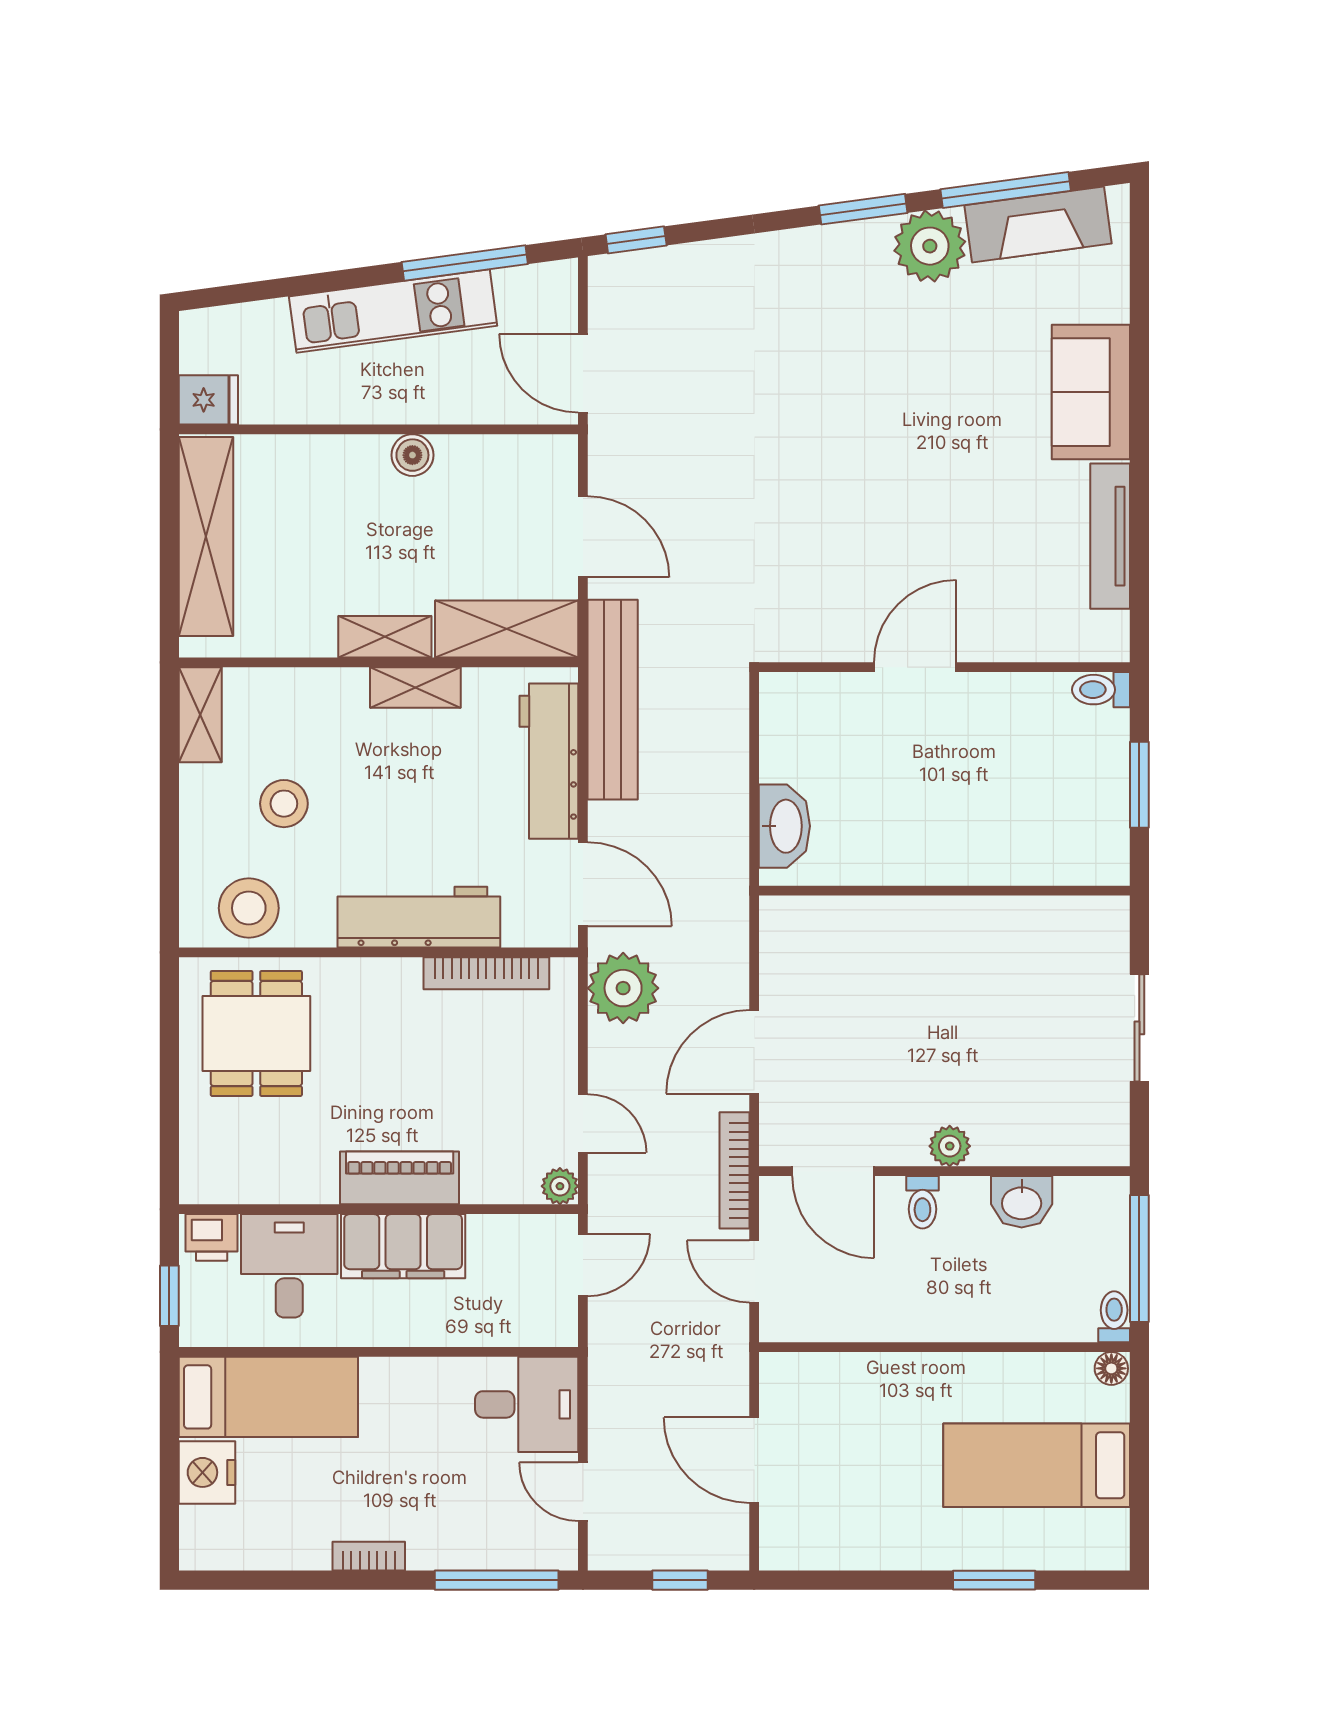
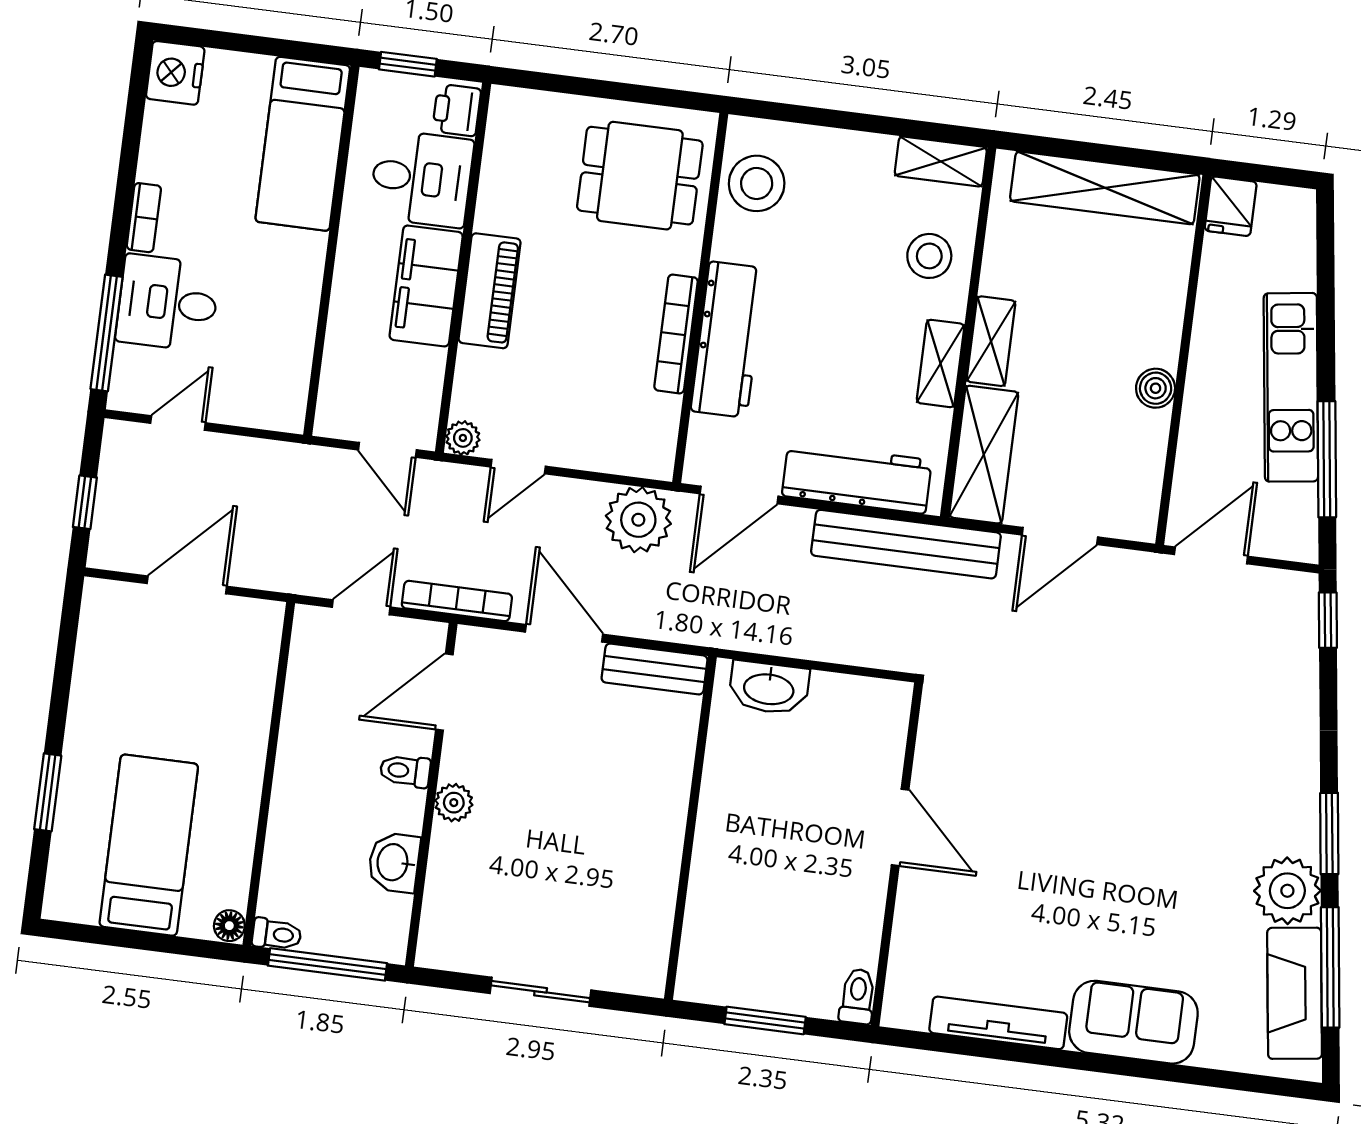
stool: (284, 804) -> (929, 256), moved
bench: (780, 951) -> (654, 669), added
bookcase: (486, 973) -> (676, 334), moved
desk: (527, 1404) -> (168, 303), moved, turned 90
nightstand: (207, 1472) -> (175, 73), moved, turned -90

